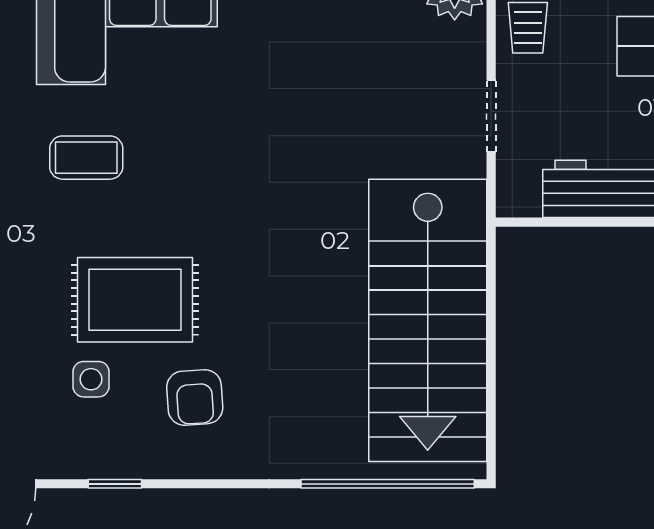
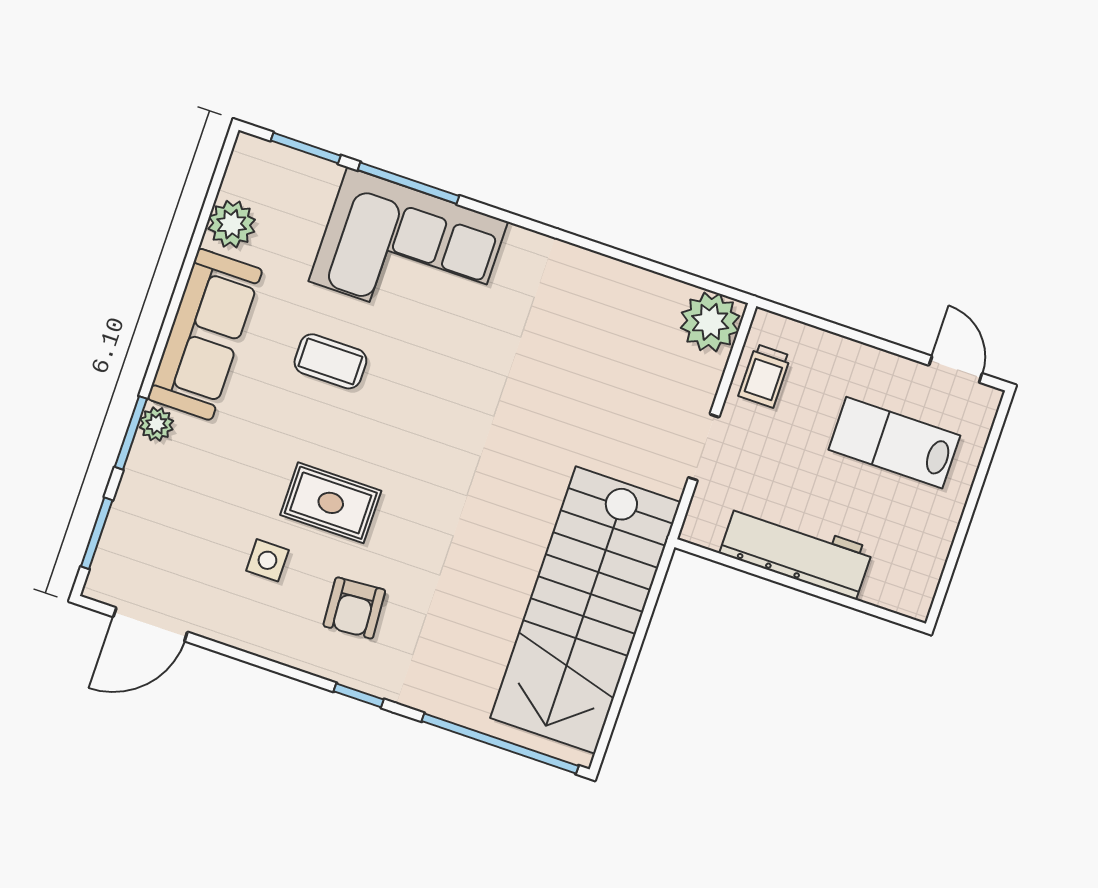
rug: (135, 300) -> (331, 503), width x0.73, depth x0.70
window: (115, 484) -> (359, 695), moved

